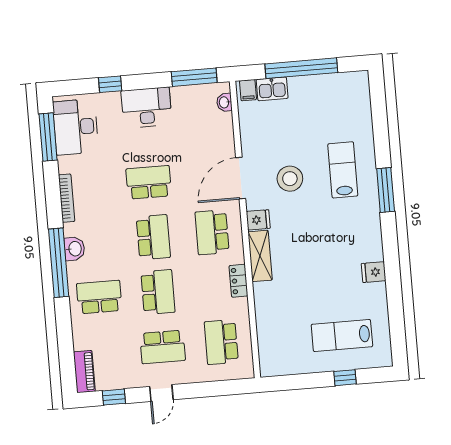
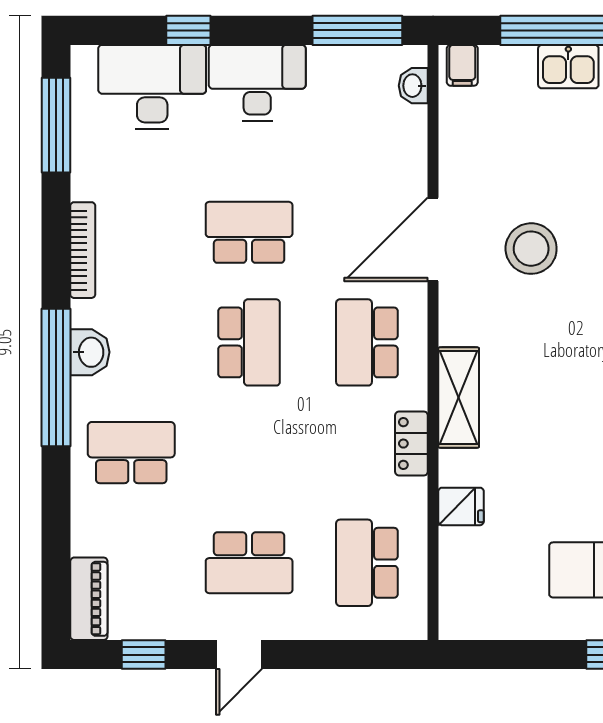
kitchen sink: (272, 89) -> (568, 67), moved
desk: (76, 127) -> (152, 87), moved, turned 90
fridge: (258, 220) -> (461, 506), moved
school desk: (158, 292) -> (249, 453), removed

